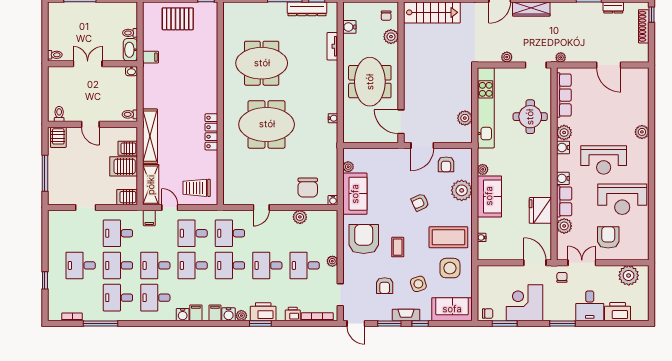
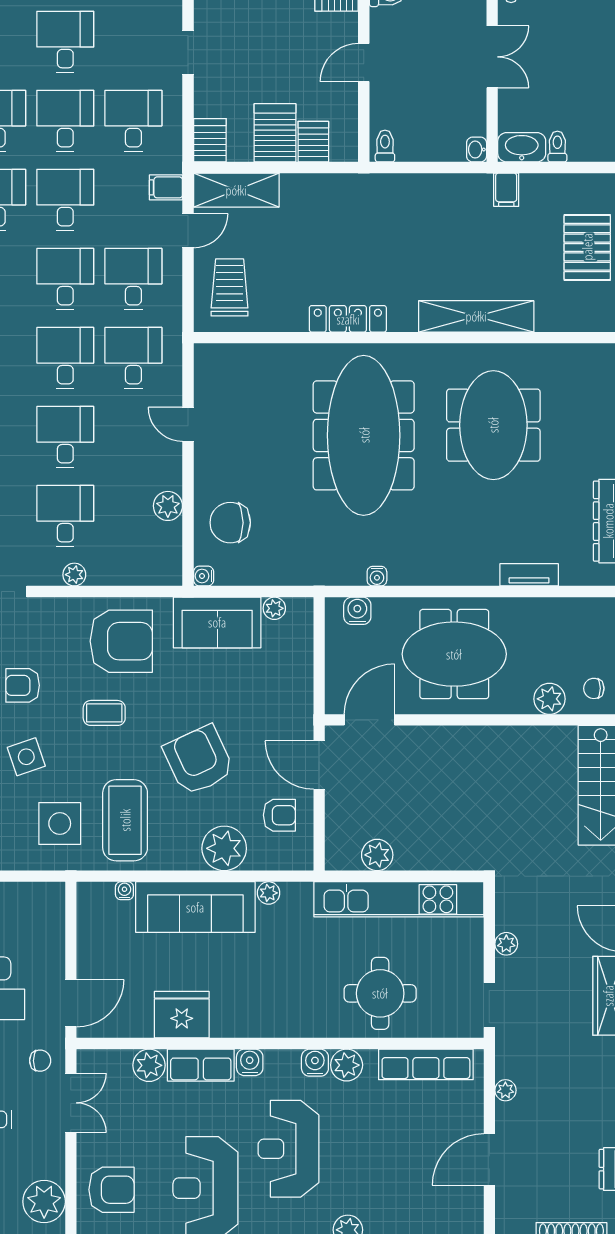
water cooler: (349, 27) -> (357, 611), moved
plant: (561, 57) -> (505, 1090), moved
meeting table: (267, 124) -> (364, 435), width x1.36
shelving: (150, 136) -> (476, 316), moved
armchair: (446, 164) -> (279, 815), turned 180
sofa: (489, 196) -> (195, 907), width x1.36
armchair: (420, 202) -> (199, 760), width x1.88, depth x1.88
armchair: (608, 237) -> (111, 1190), moved

